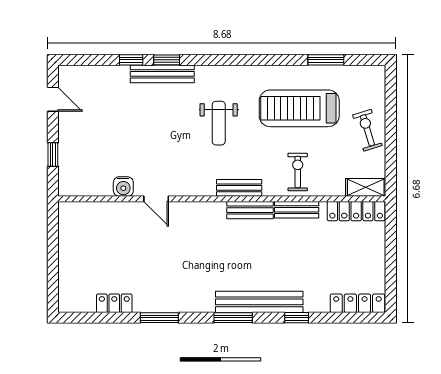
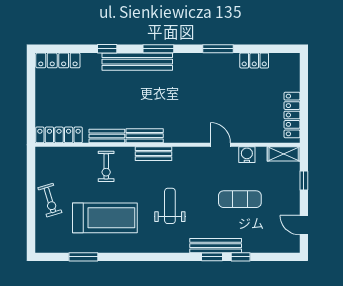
exercise mat: (132, 131) -> (240, 199), added
shelving: (366, 187) -> (284, 154), moved
locker: (67, 236) -> (292, 115), added

